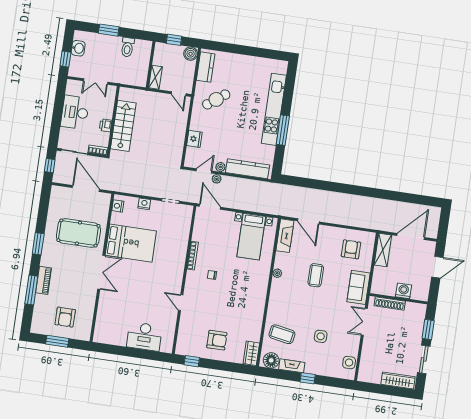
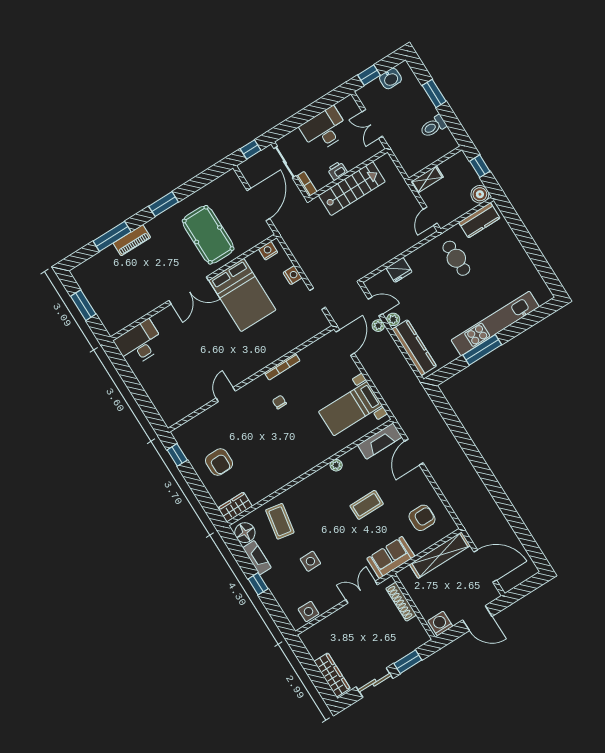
cafe table: (216, 99) -> (456, 258), turned 37
shelving: (383, 250) -> (440, 555), width x1.47
washing machine: (404, 291) -> (440, 623), moved, turned -90
armchair: (65, 317) -> (114, 293), removed
desk: (144, 336) -> (139, 343), moved, turned 90

